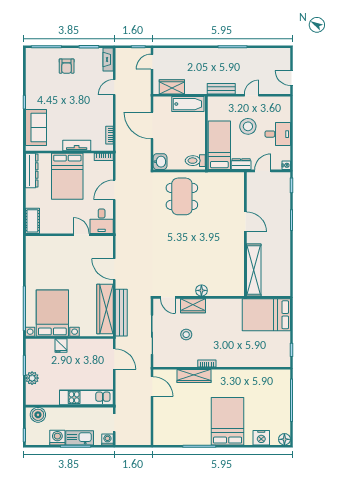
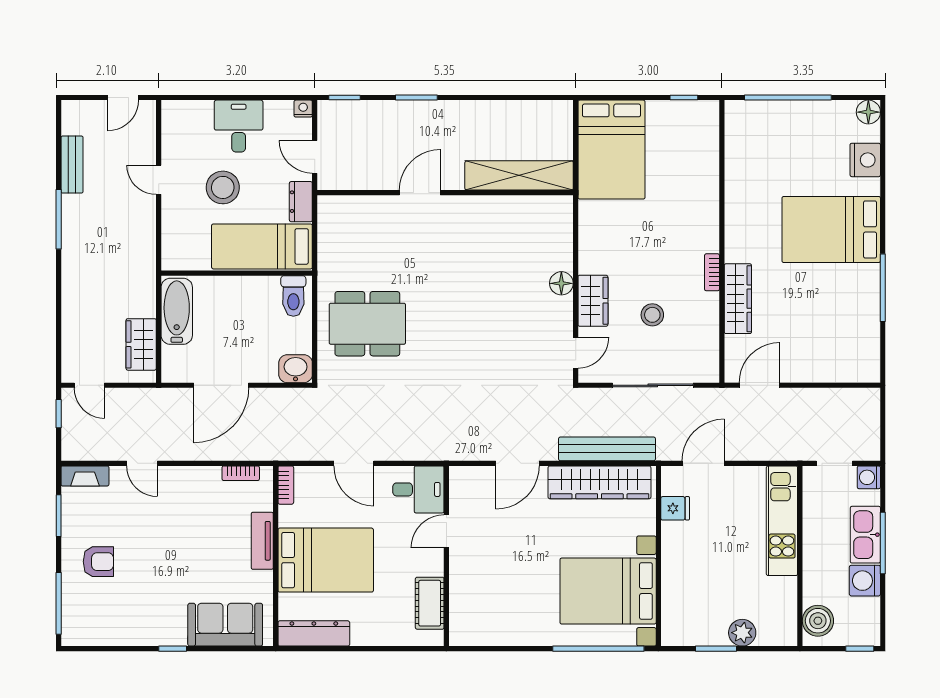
bench: (221, 89) -> (72, 165), moved
cot: (32, 221) -> (430, 603), moved, turned 90
fridge: (61, 346) -> (675, 508), moved

